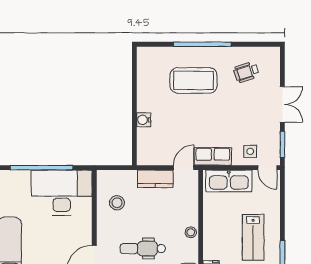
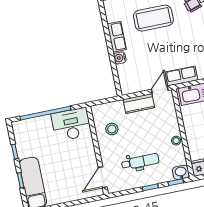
row of seats: (145, 94) -> (117, 37), added
desk: (62, 193) -> (71, 124), width x0.73, depth x0.77
dental chair: (143, 249) -> (140, 162), turned 180

